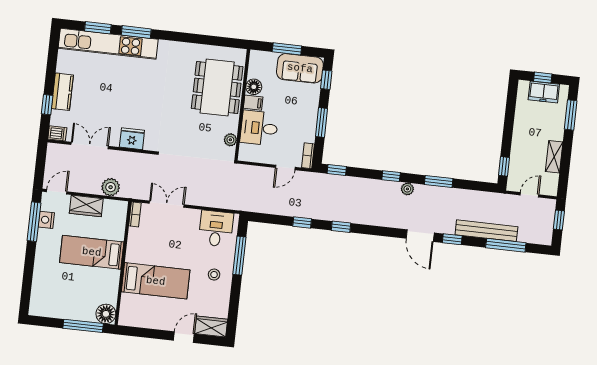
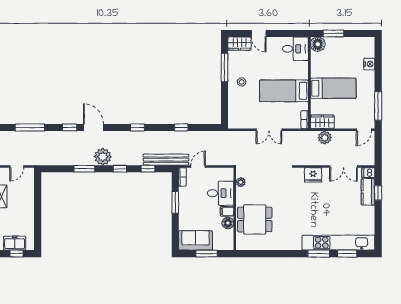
window: (326, 80) -> (175, 234), removed
dining table: (217, 88) -> (255, 219), width x0.73
kitchen counter: (62, 92) -> (368, 192), moved
window: (504, 166) -> (38, 185), removed
window: (337, 170) -> (148, 169), moved
plant: (407, 189) -> (103, 157), width x1.87, depth x1.87
double door: (167, 204) -> (269, 130), moved
wardrobe: (86, 206) -> (322, 122), moved
nightstand: (46, 220) -> (369, 64), moved
window: (341, 227) -> (137, 127), moved
desk: (216, 229) -> (295, 49), moved, turned -90
bench: (486, 231) -> (166, 160), moved
window: (239, 256) -> (225, 68), moved
bed: (156, 281) -> (284, 91), moved
window: (83, 326) -> (334, 33), width x0.69
door: (184, 337) -> (259, 33), hinge flipped

